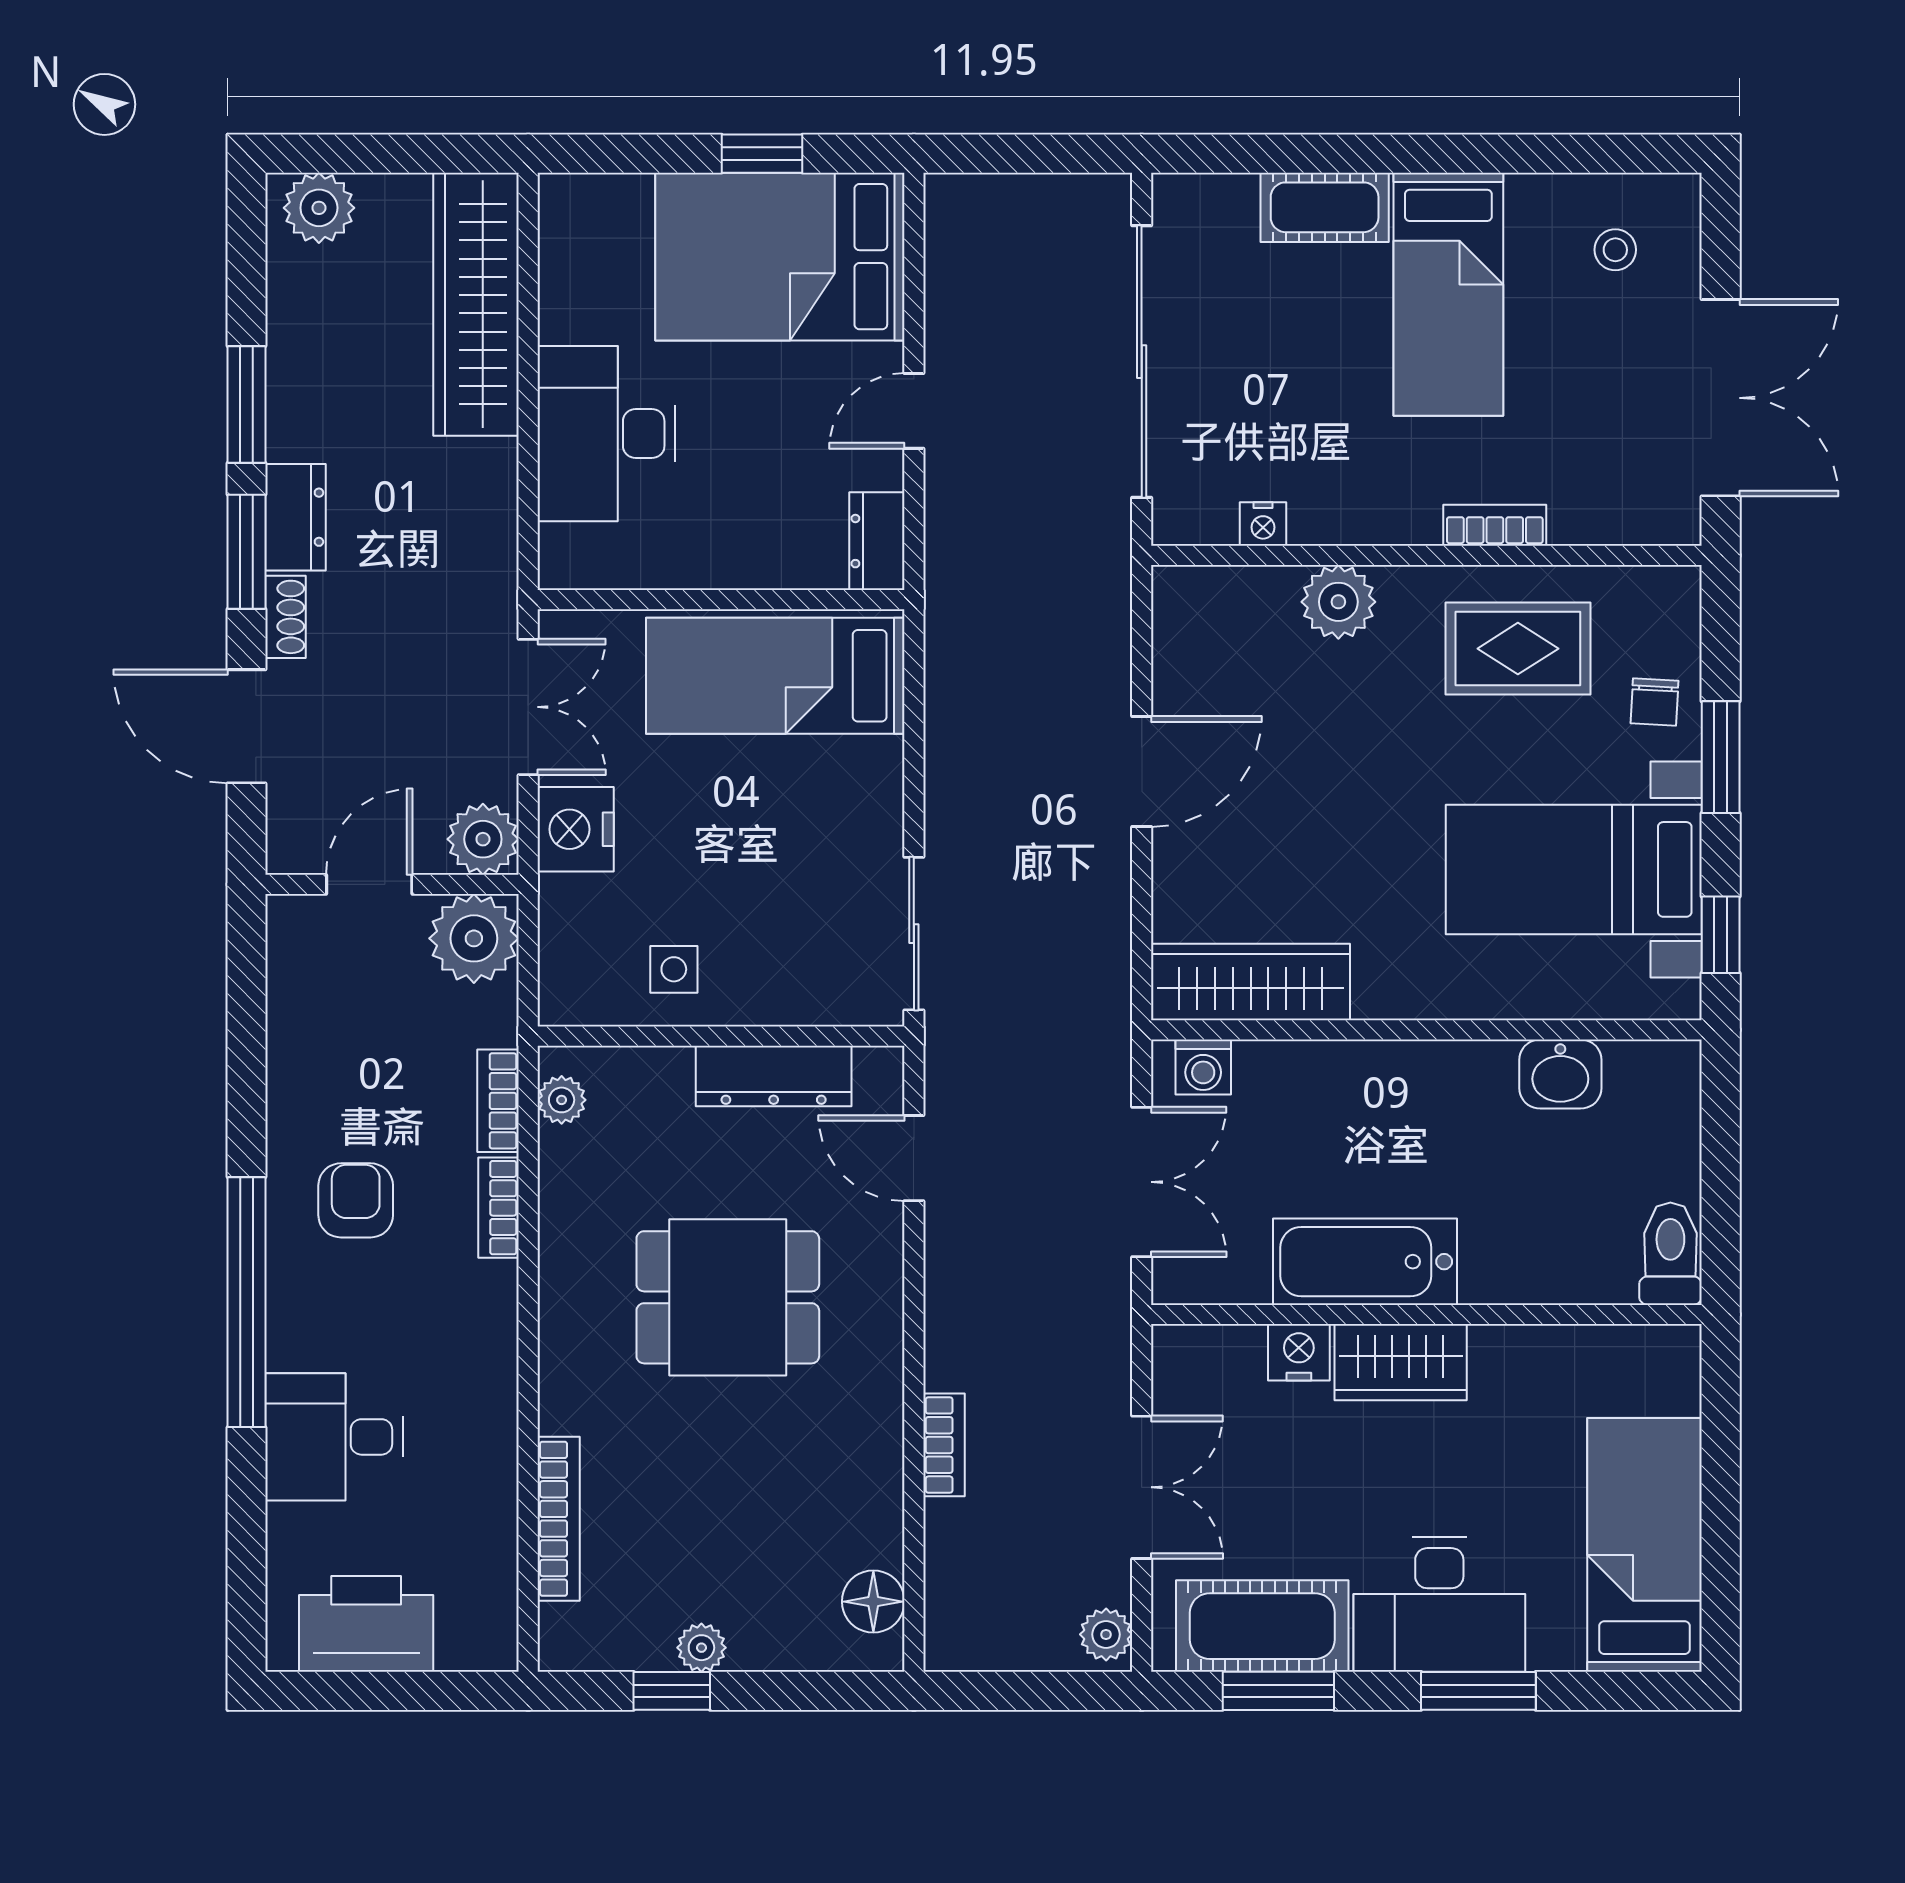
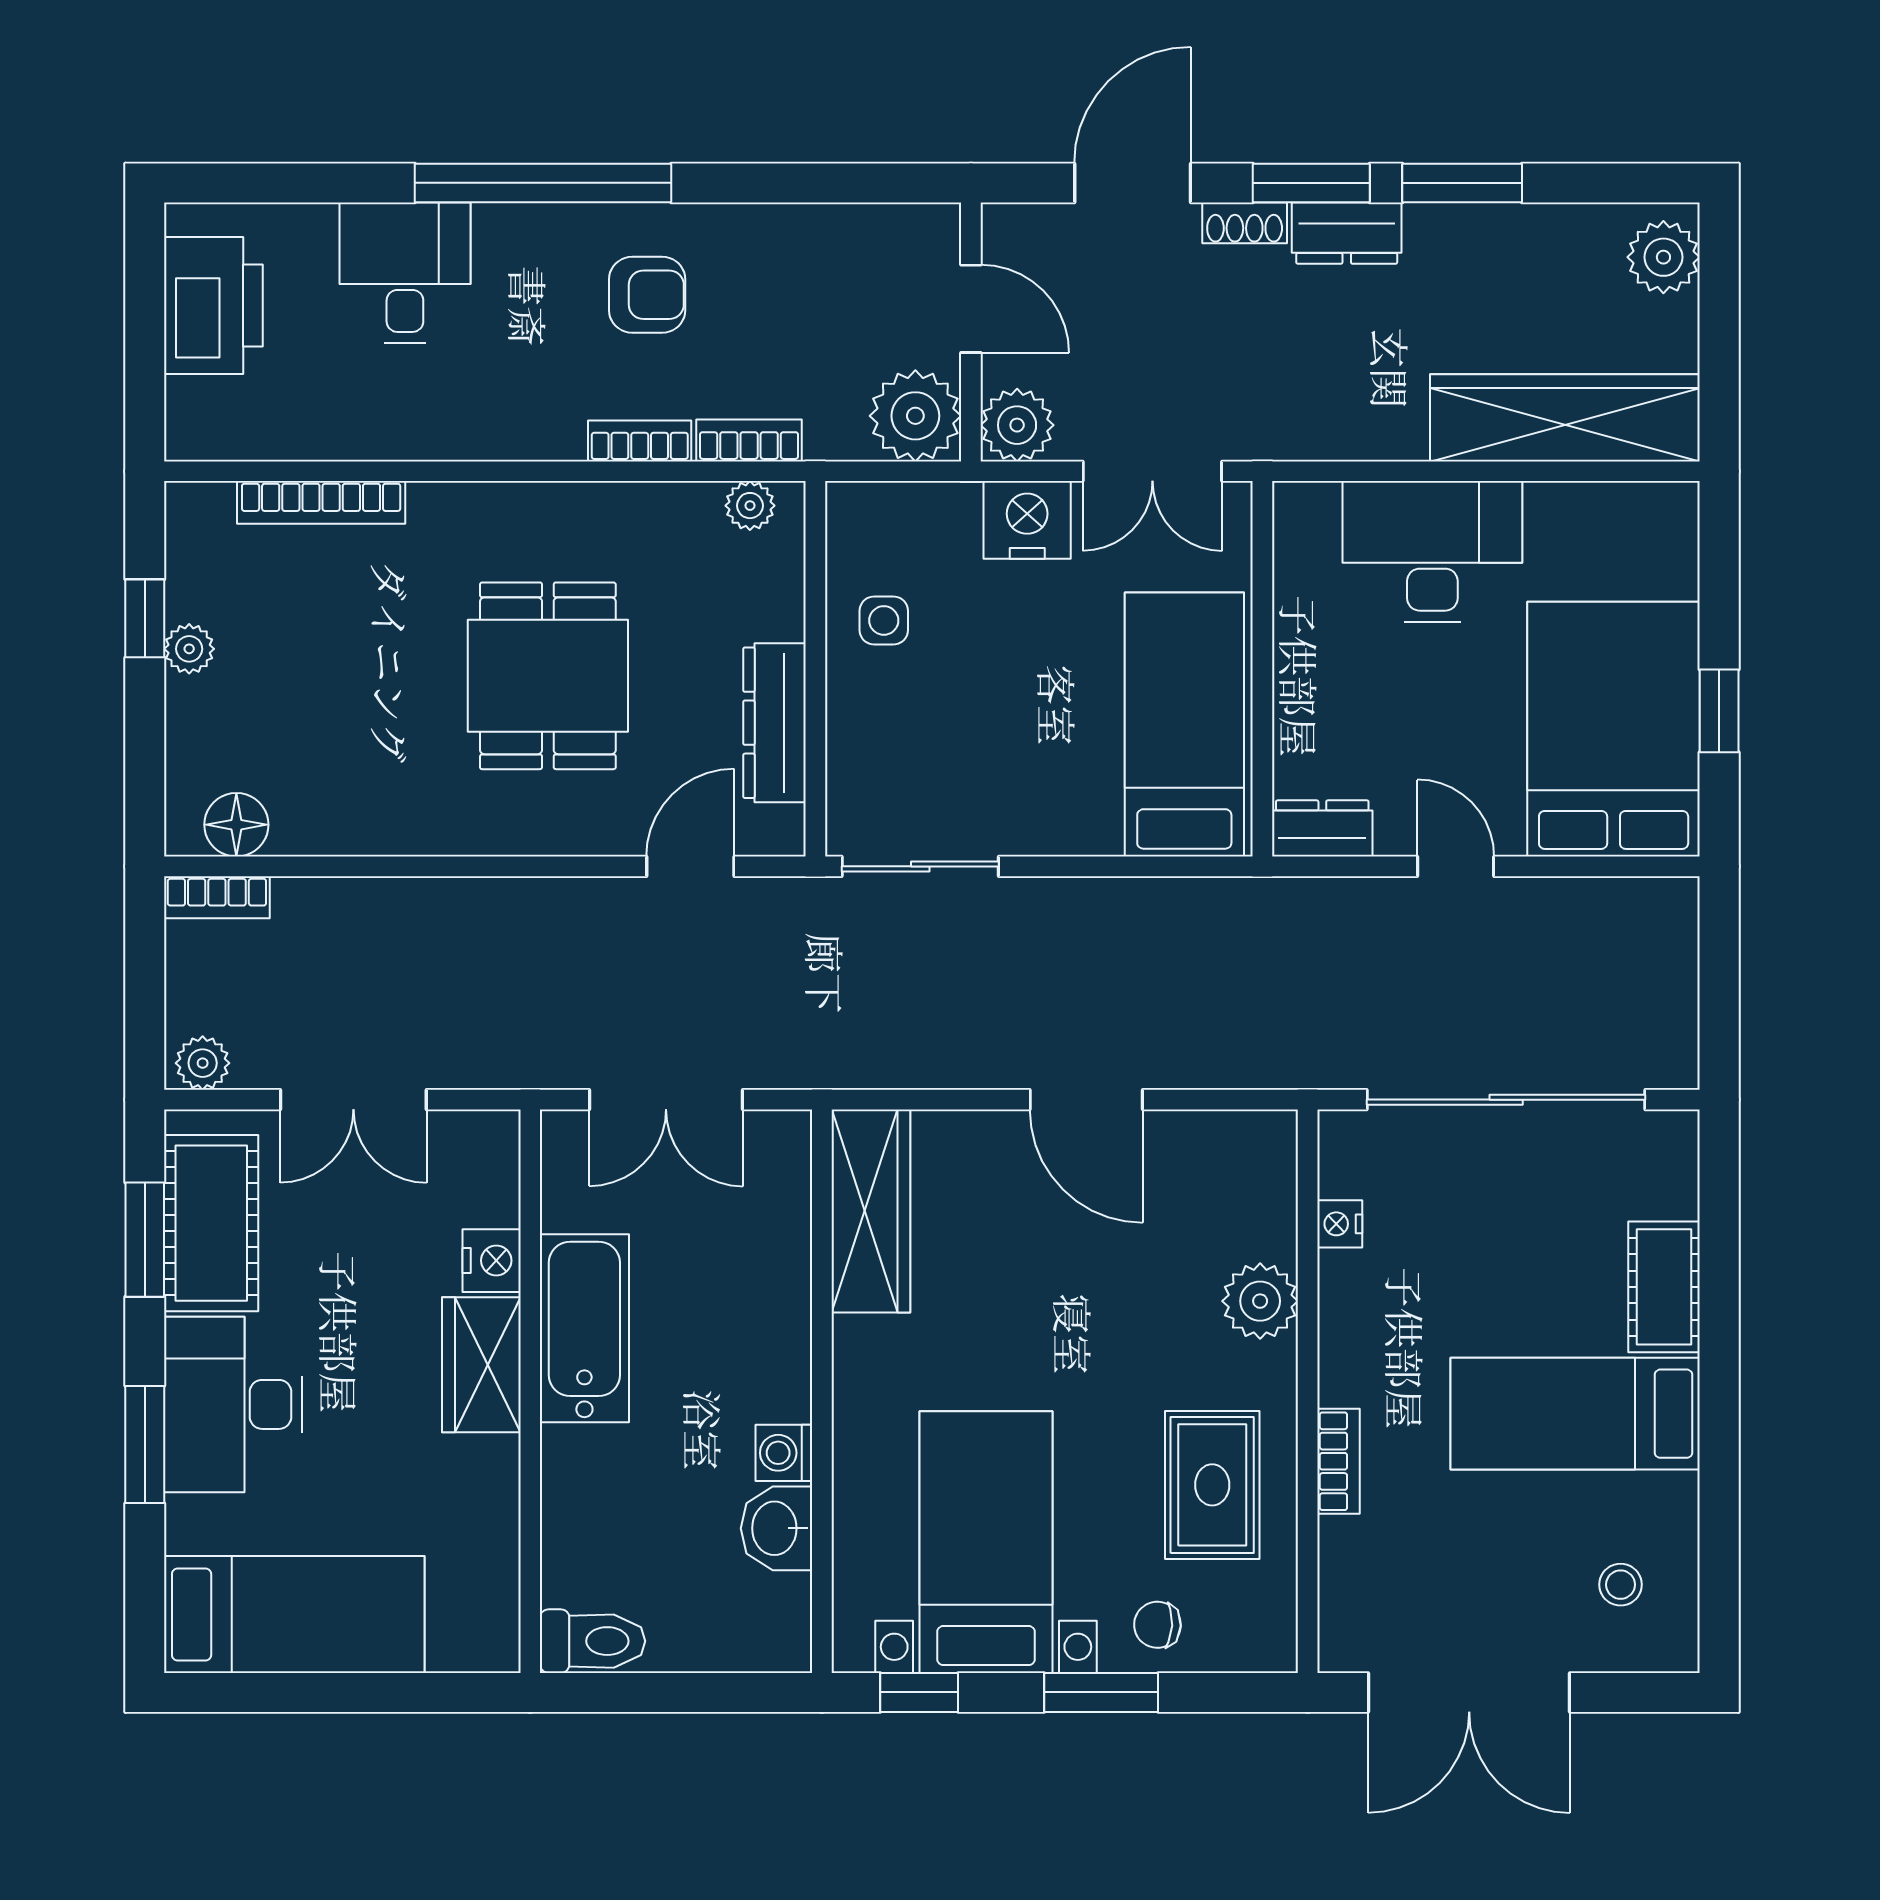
washing machine: (1203, 1067) -> (784, 1453), moved
bookcase: (944, 1445) -> (217, 897), moved

